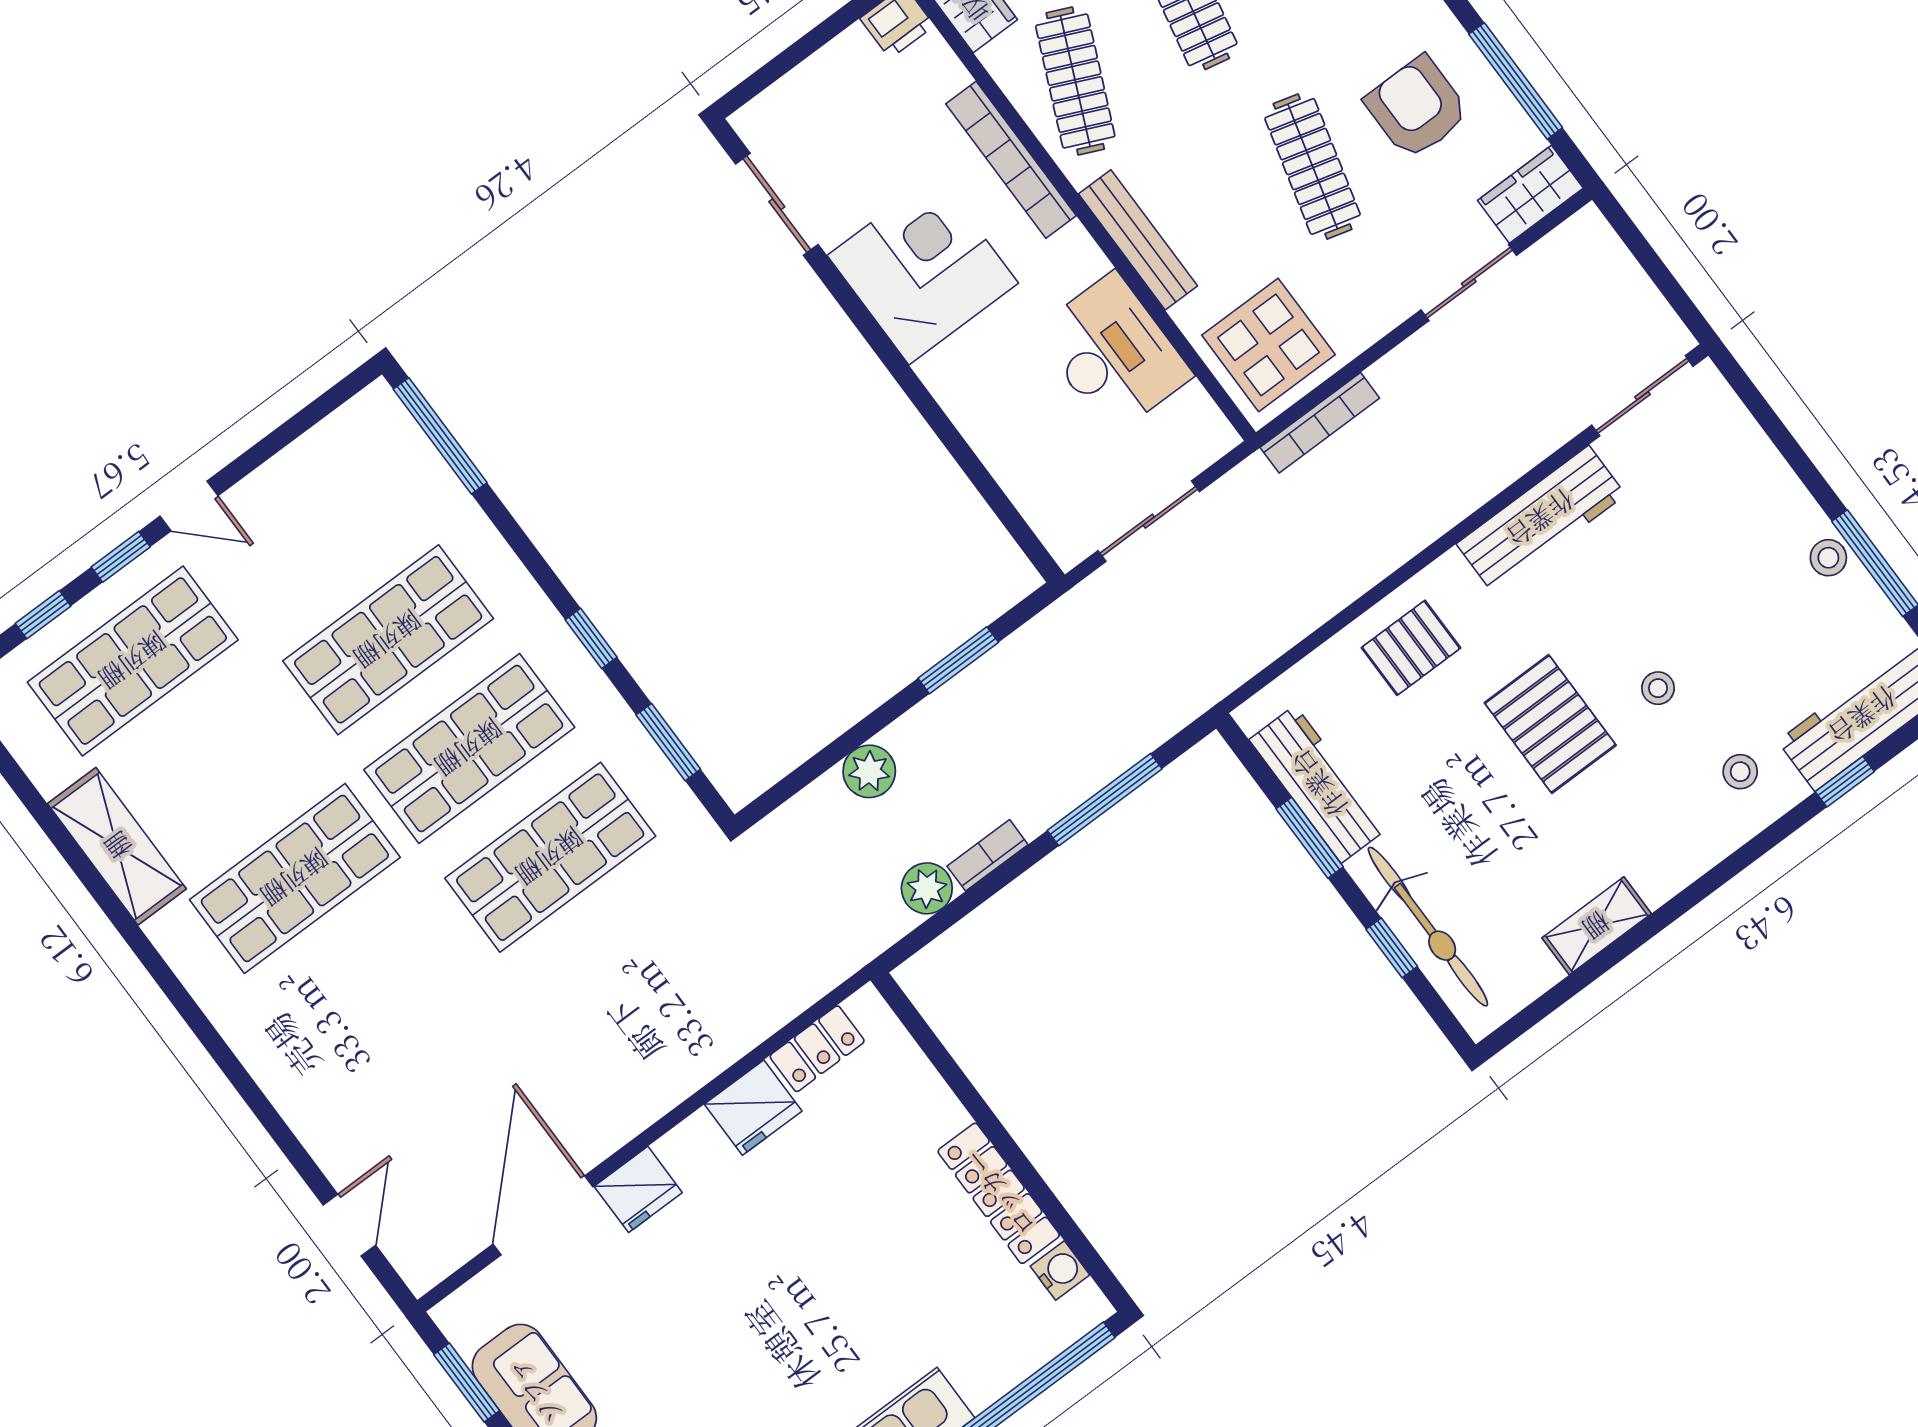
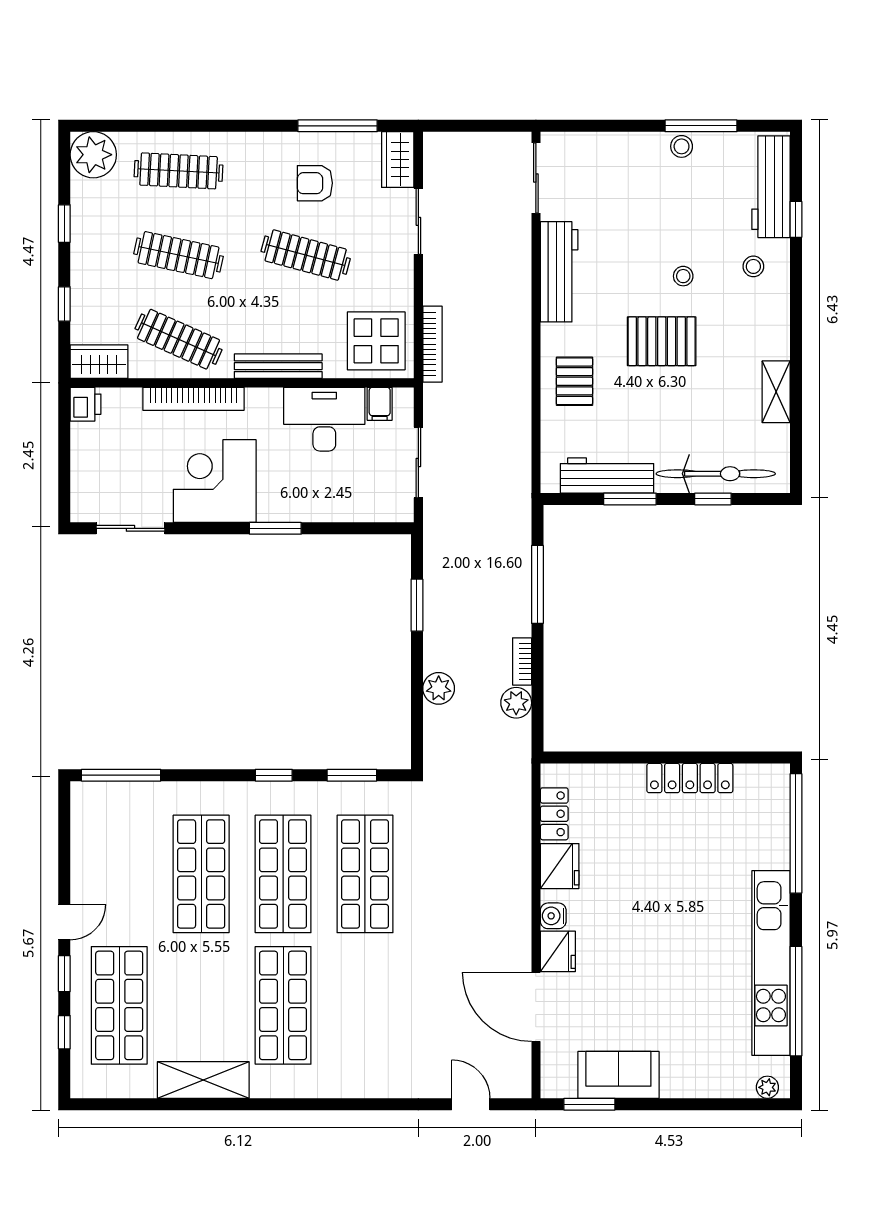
armchair: (1417, 108) -> (315, 183), width x0.72, depth x0.72
window: (920, 396) -> (275, 528), added
filing cabinet: (1188, 412) -> (380, 404), added
water cooler: (1060, 1271) -> (553, 916), moved, turned -90

